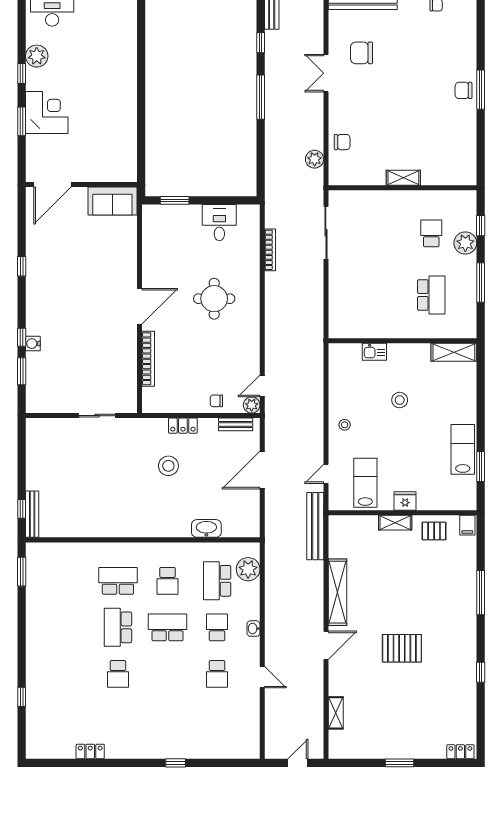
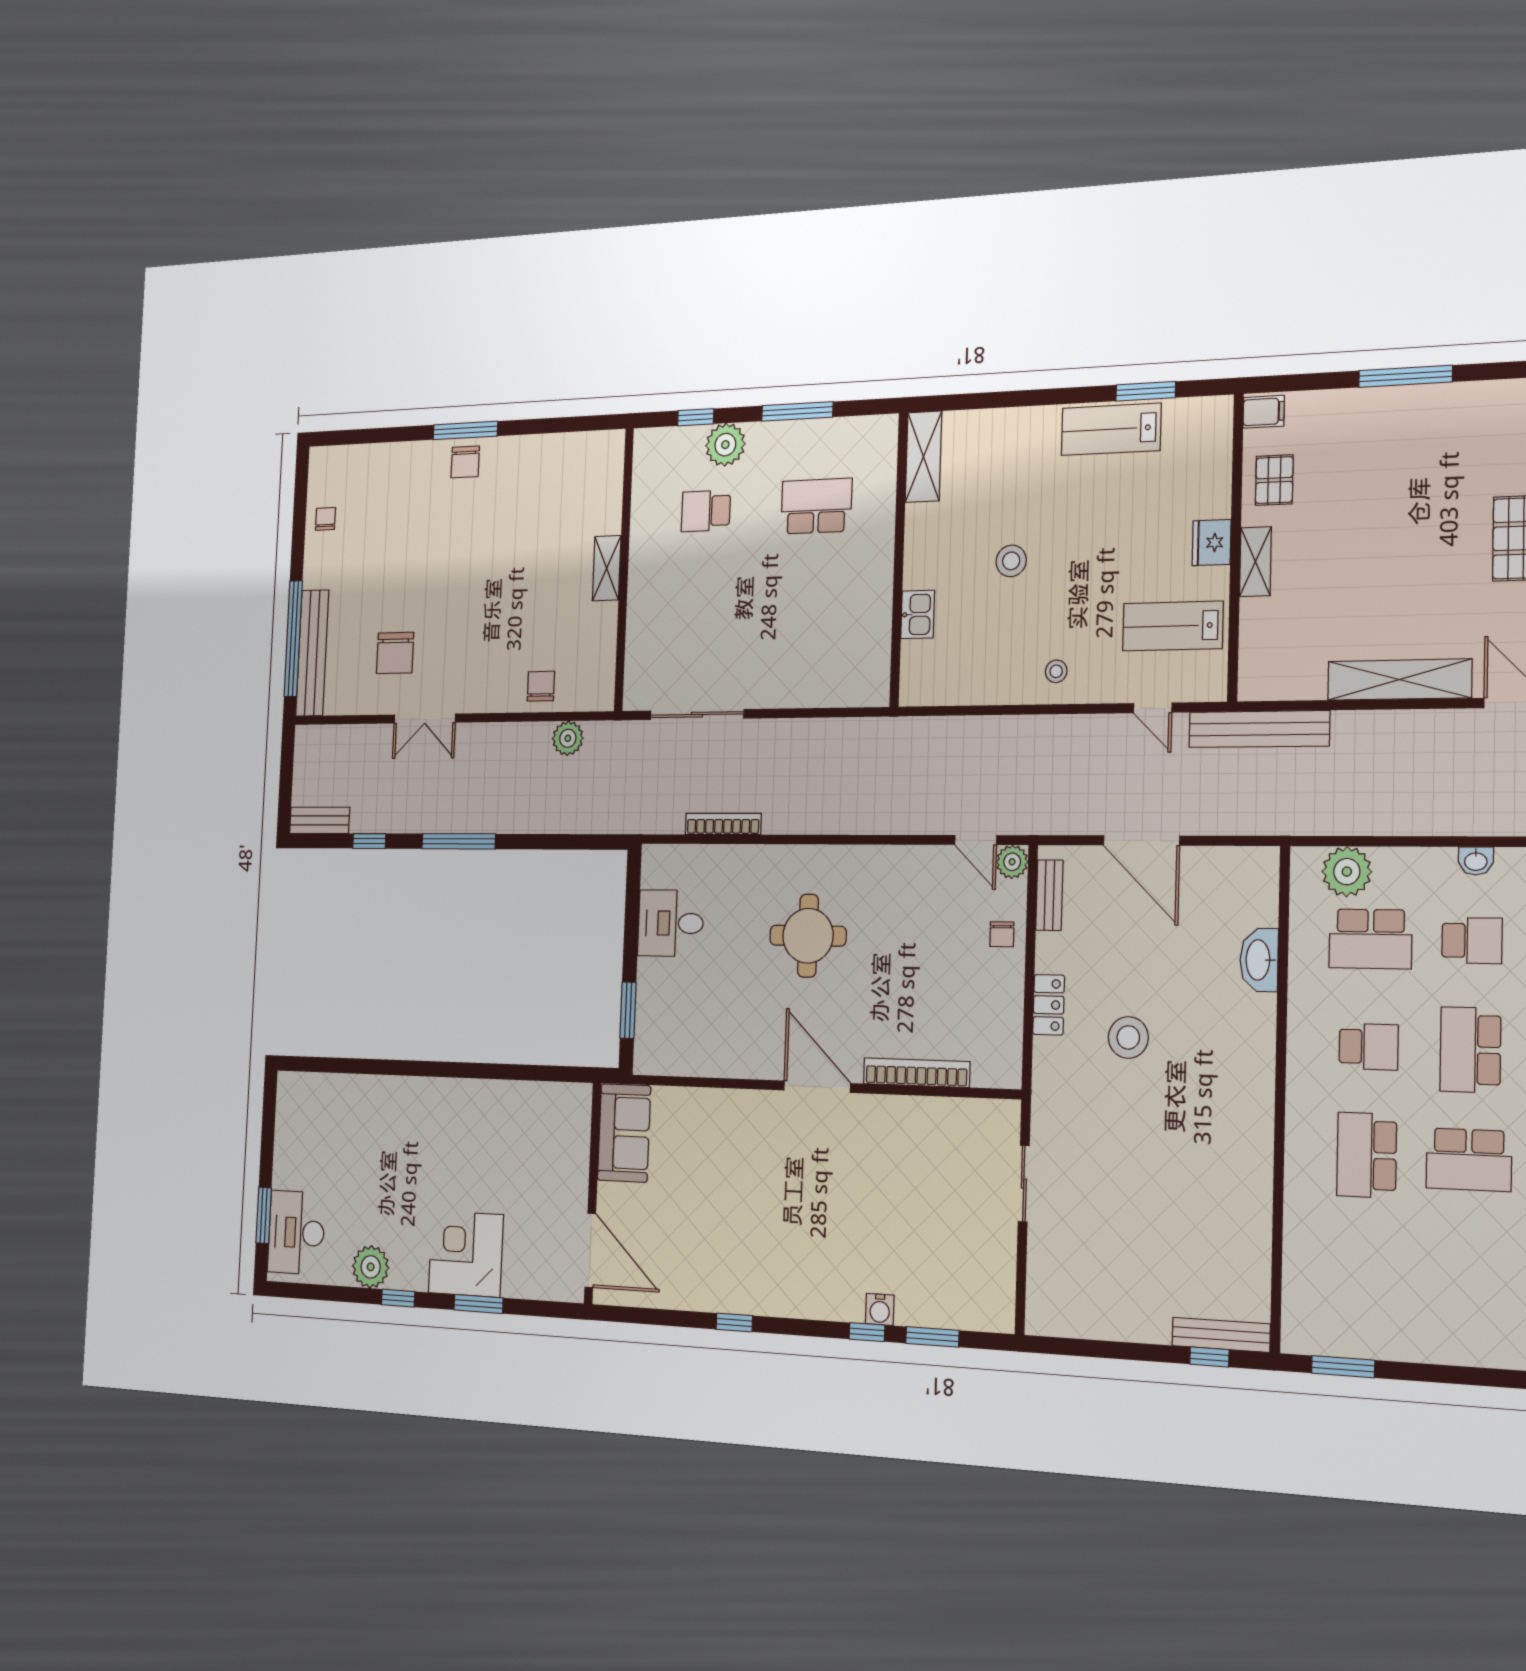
school desk: (217, 627) -> (1472, 941), turned 180

